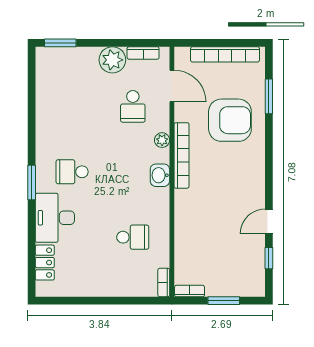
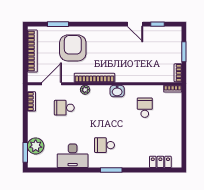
plant: (112, 60) -> (36, 146), moved
school desk: (133, 106) -> (64, 108), turned 180
school desk: (72, 172) -> (105, 145), turned 90
washbasin: (160, 175) -> (117, 91), moved
desk: (55, 218) -> (73, 156), moved

